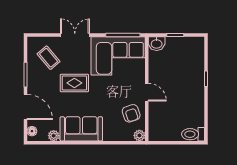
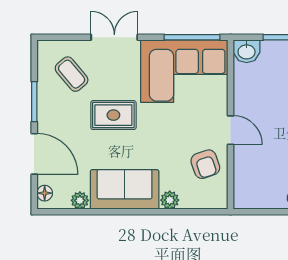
plant: (139, 135) -> (170, 200), moved

